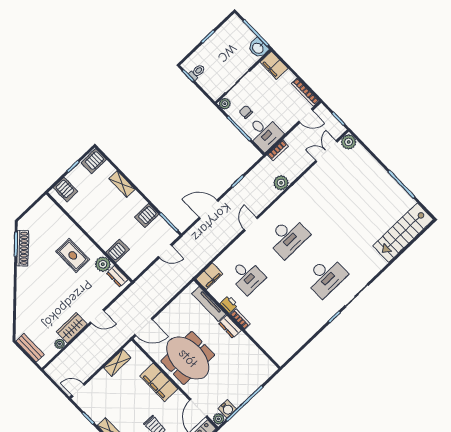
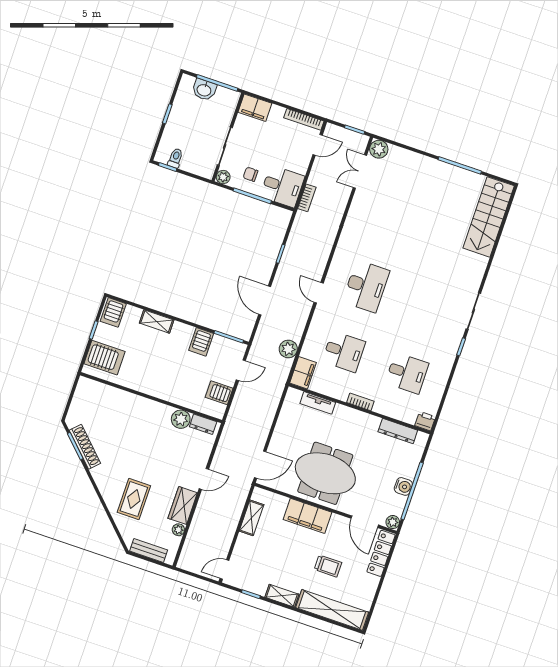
washbasin: (258, 48) -> (204, 90), moved
plant: (281, 183) -> (288, 349), moved
server rack: (65, 189) -> (105, 358), width x1.36, depth x1.44
door: (209, 209) -> (265, 300), hinge flipped
server rack: (118, 251) -> (219, 393), moved, turned -90
rug: (73, 255) -> (134, 499), moved, turned 90
desk: (326, 276) -> (407, 373), moved, width x0.73
tv unit: (209, 304) -> (318, 403), width x0.71
printer: (229, 304) -> (425, 421), moved
dresser: (230, 327) -> (398, 431), moved, width x1.44
water cooler: (227, 409) -> (403, 486), moved

